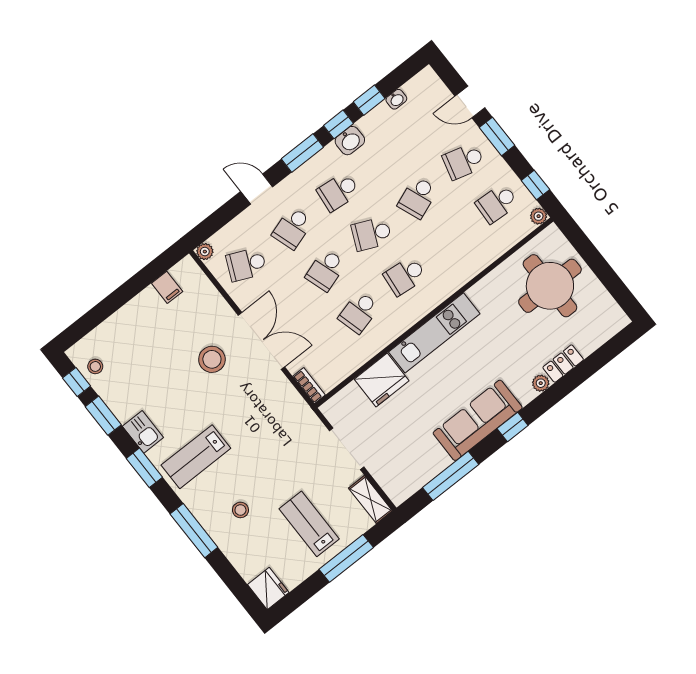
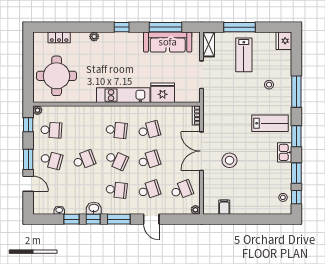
school desk: (246, 264) -> (182, 190), turned -45
locker: (563, 364) -> (59, 37), moved
sofa: (478, 420) -> (168, 42), moved

